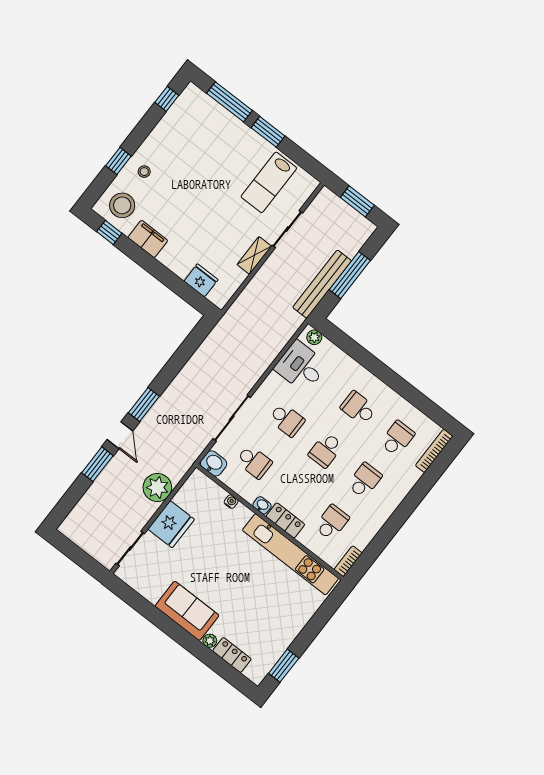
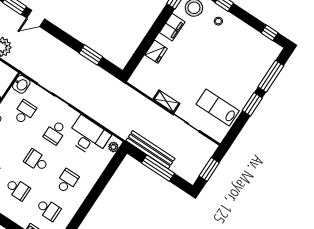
fridge: (201, 280) -> (156, 52), moved
desk: (301, 366) -> (88, 136), width x1.37
window: (144, 404) -> (91, 55), moved
school desk: (254, 462) -> (24, 112), turned 180

